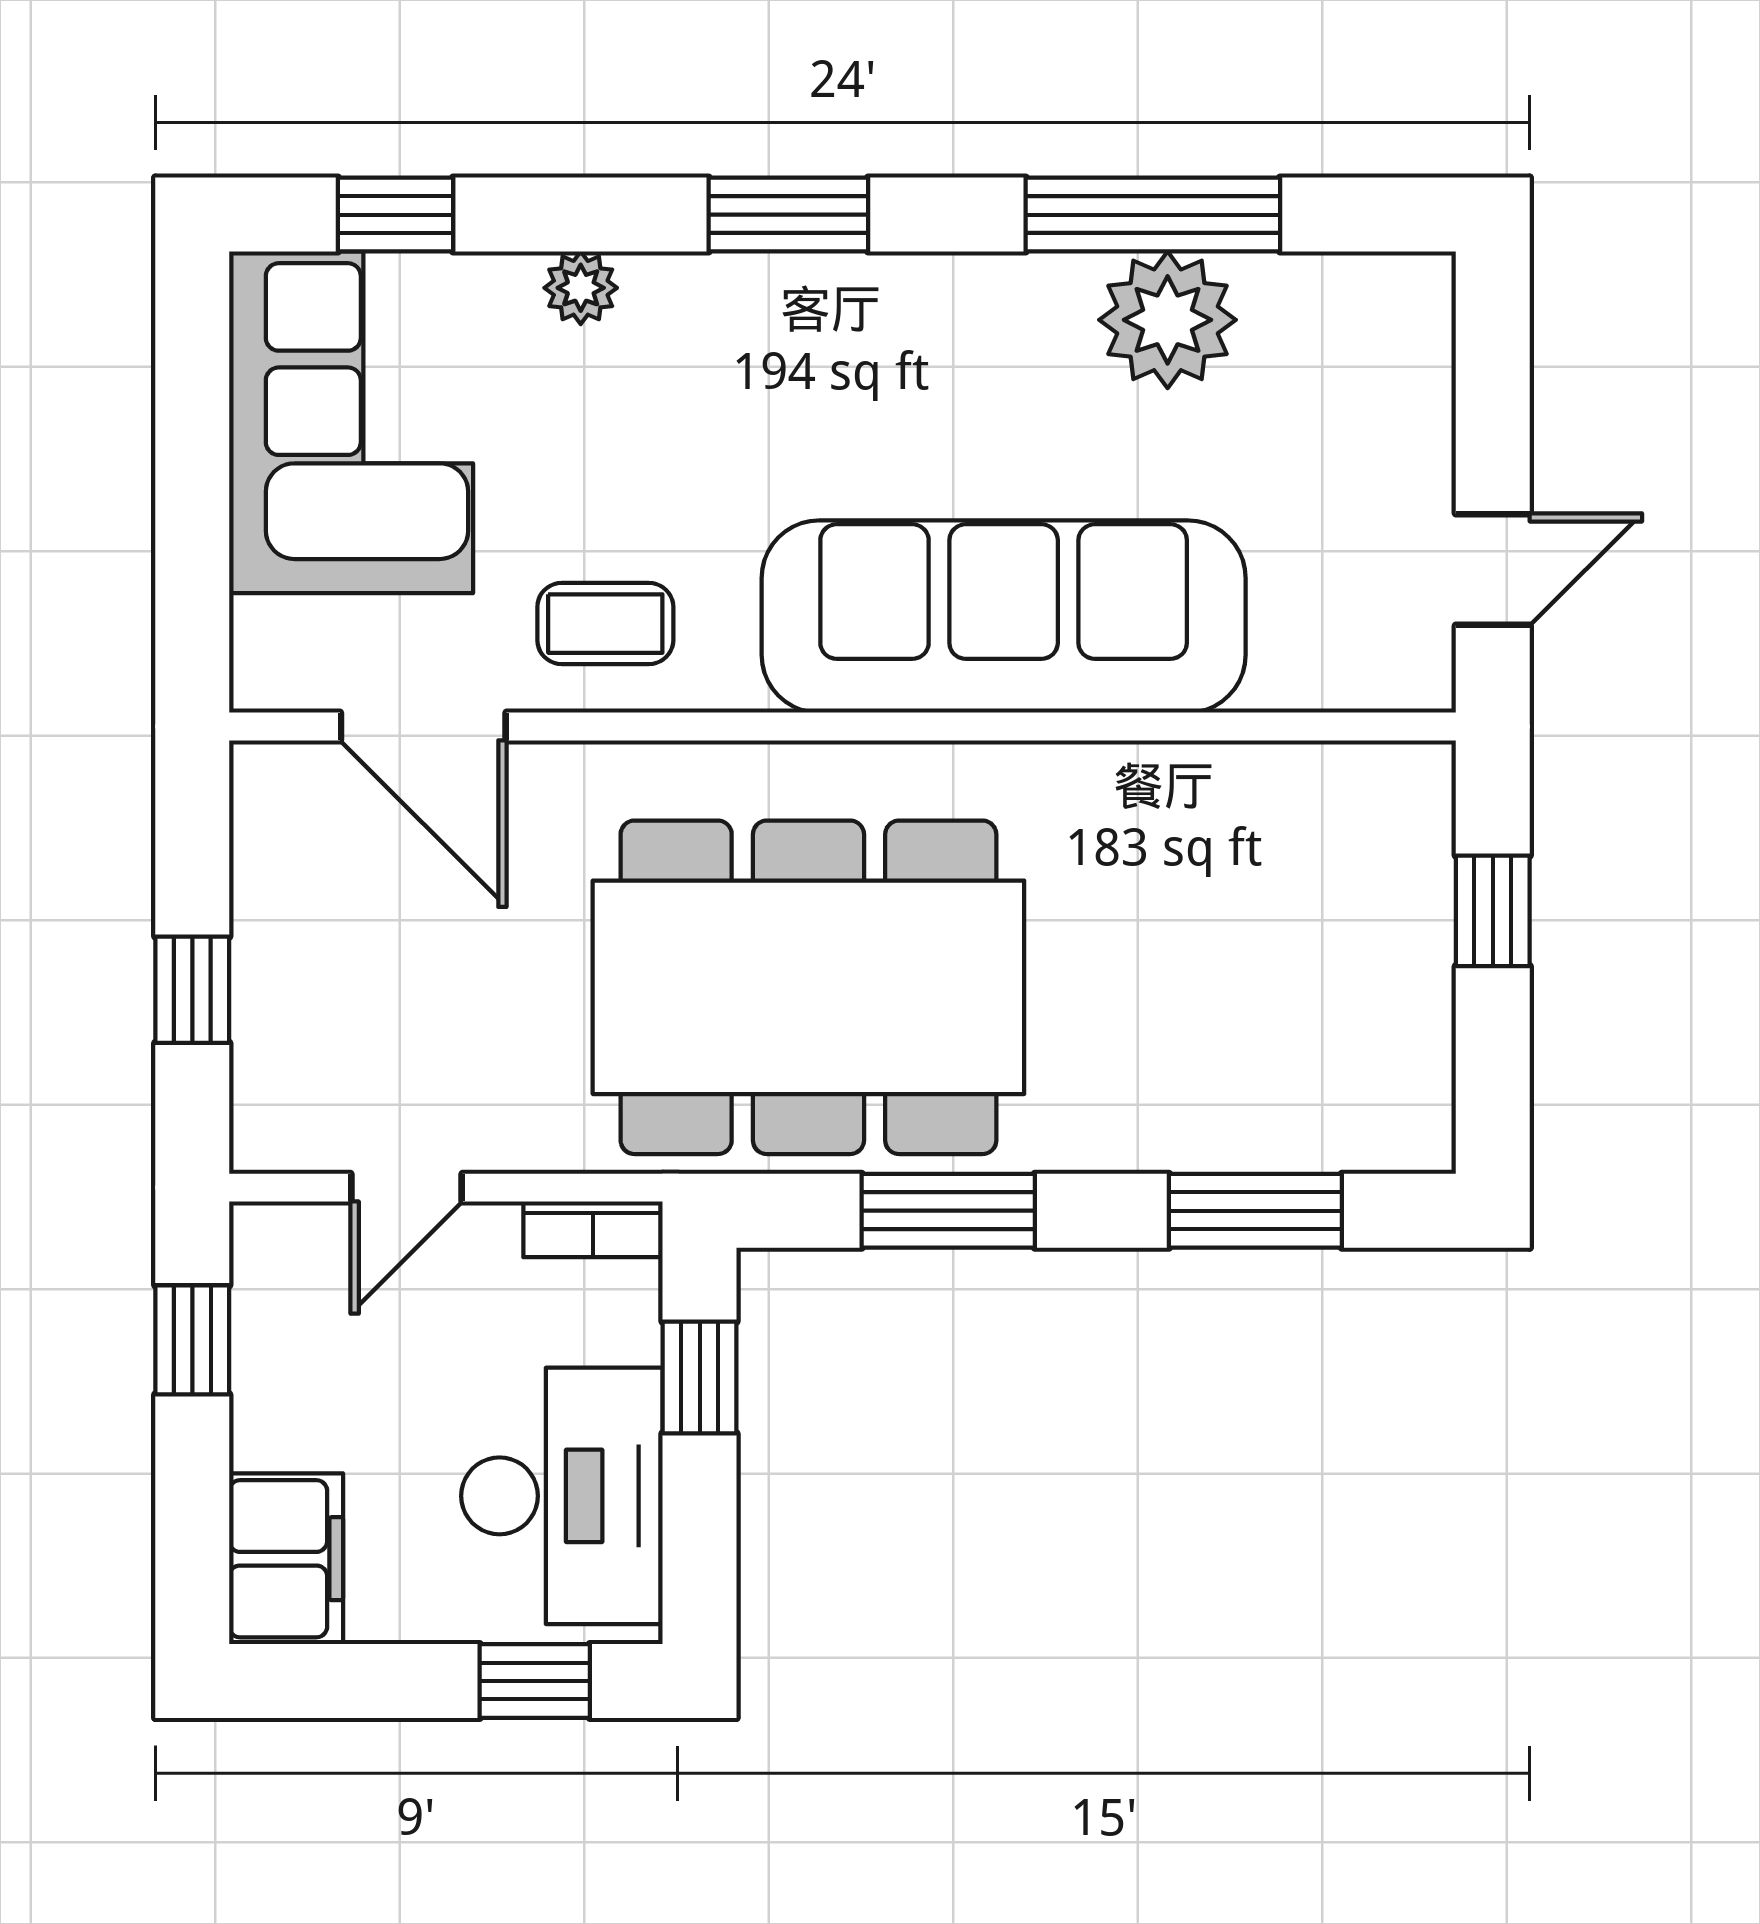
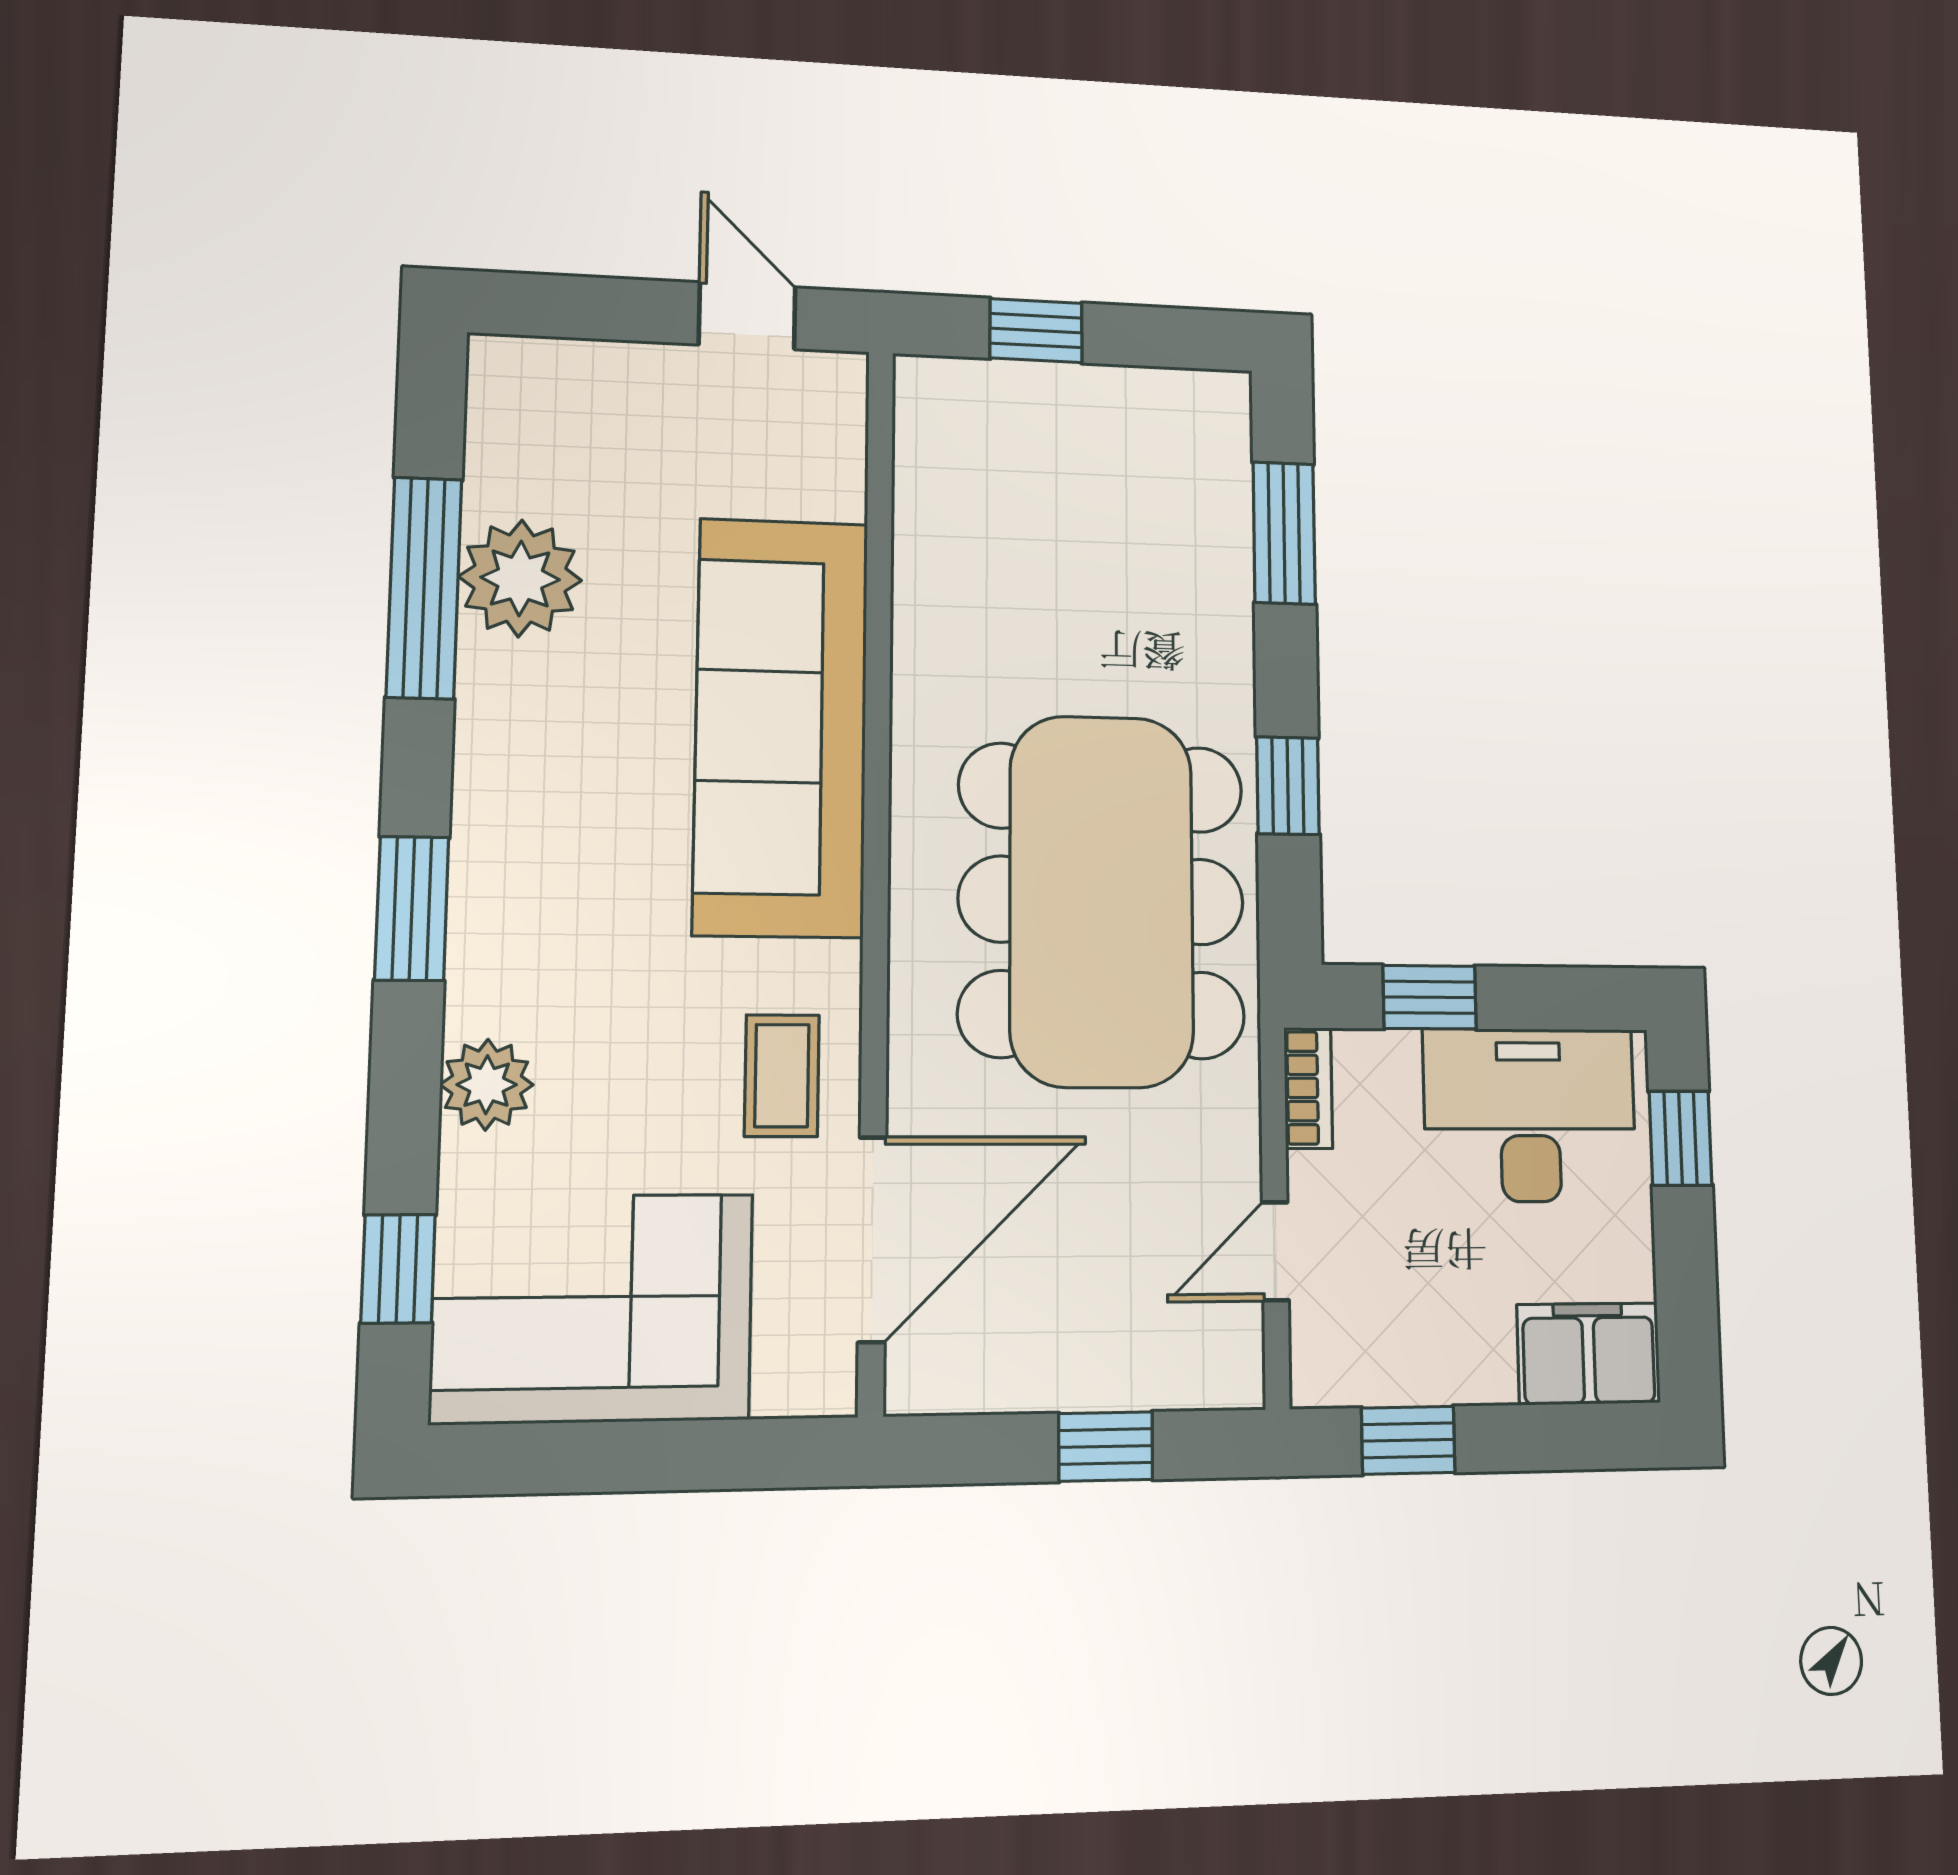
plant: (581, 288) -> (487, 1085), width x1.38, depth x1.38
door: (423, 726) -> (872, 1239), width x1.36
door: (407, 1188) -> (1275, 1251), swing flipped
window: (948, 1211) -> (1288, 786), width x0.67

